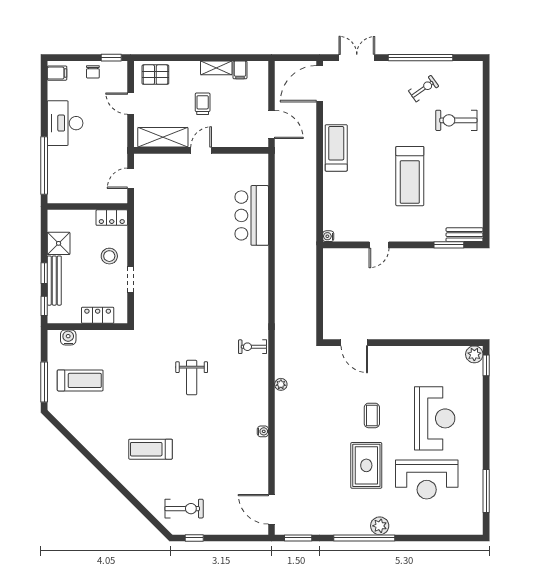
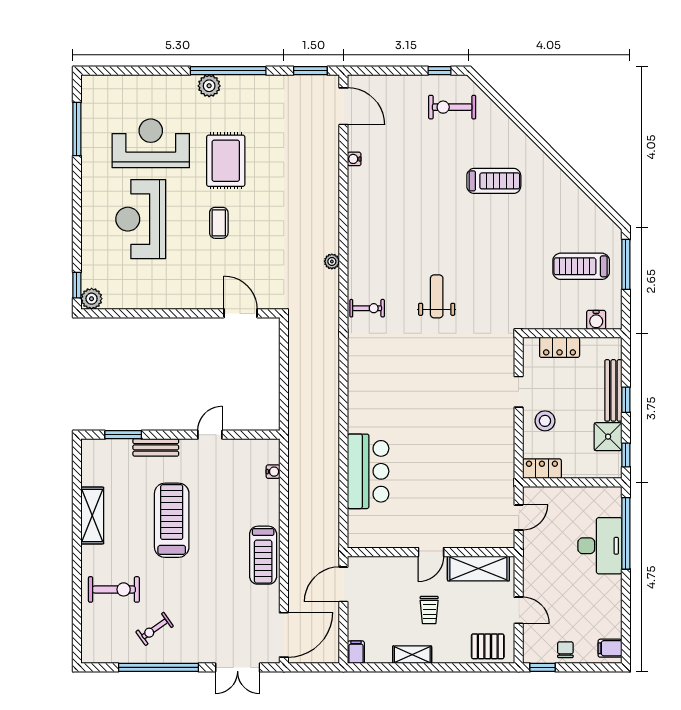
filing cabinet: (240, 70) -> (356, 652), moved
desk: (65, 123) -> (600, 546), moved
door: (272, 124) -> (343, 584), hinge flipped
shelving: (474, 180) -> (92, 515), added
bench: (465, 235) -> (156, 447), moved
water cooler: (328, 236) -> (273, 472), moved
window: (44, 306) -> (626, 455), moved
weight bench: (192, 378) -> (437, 296), moved
water cooler: (263, 431) -> (354, 159), moved

